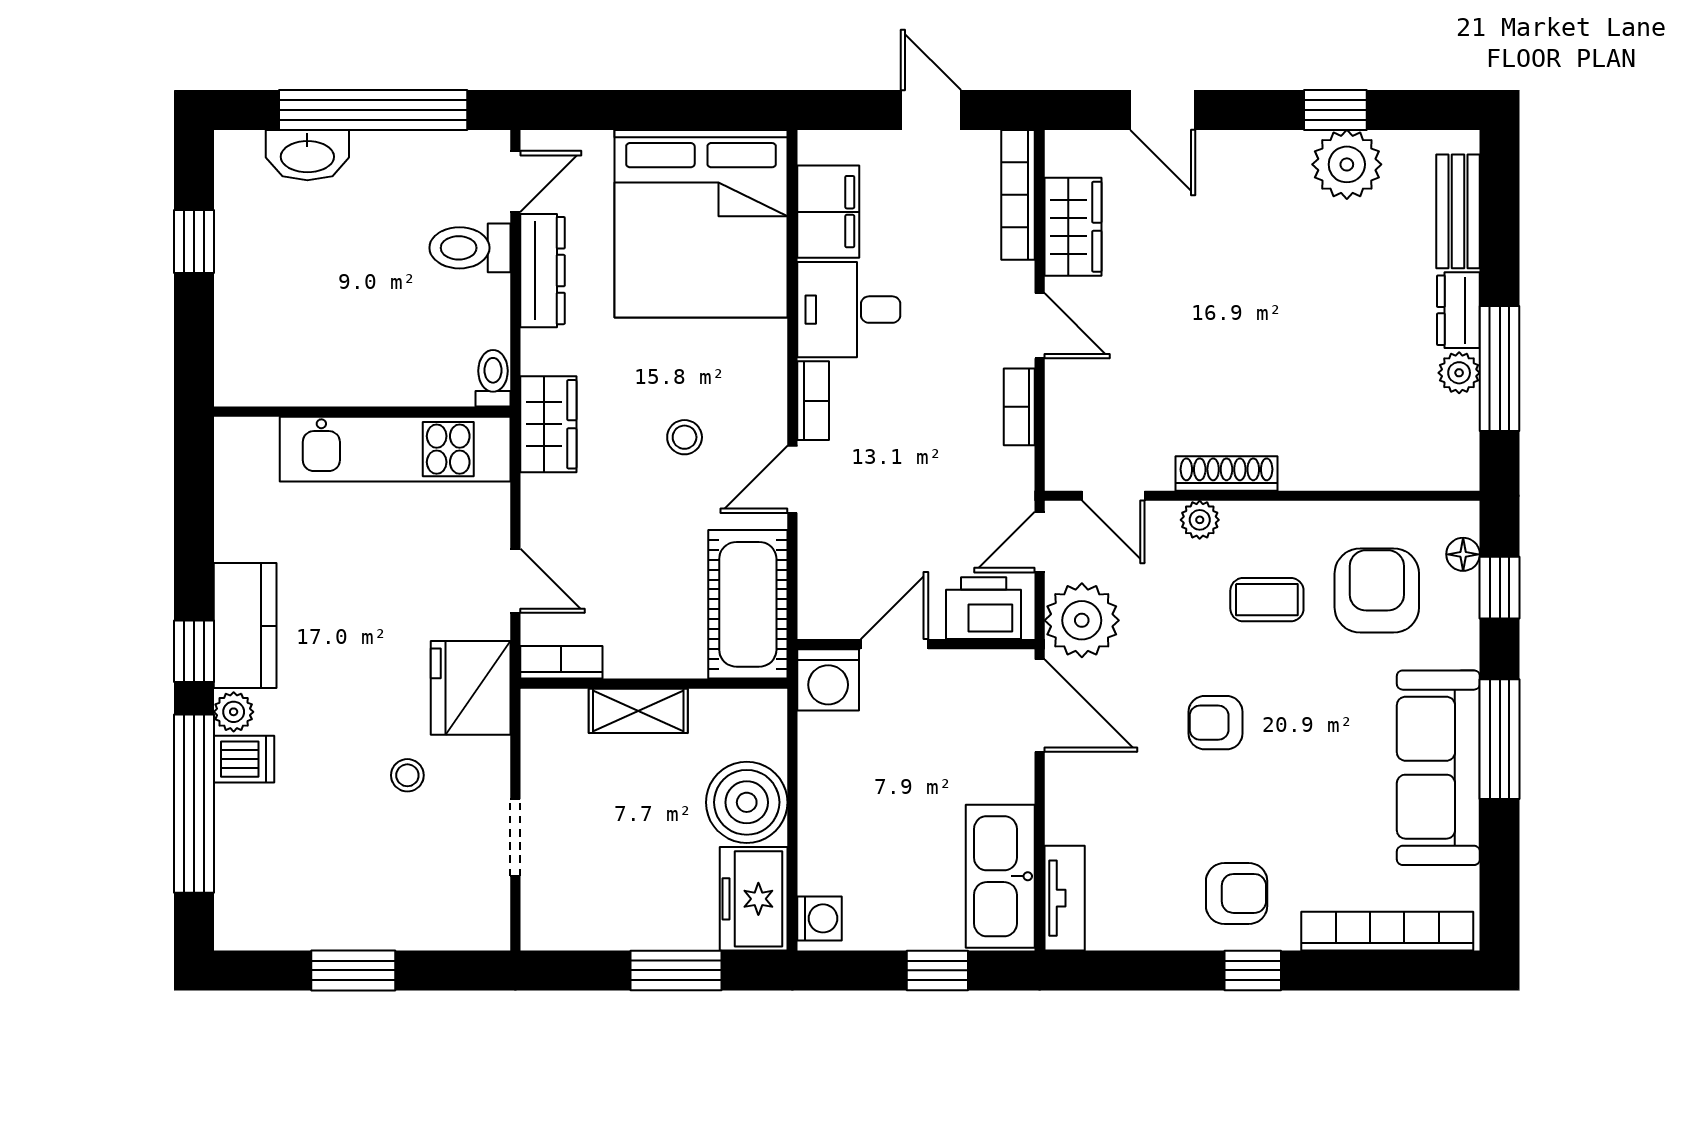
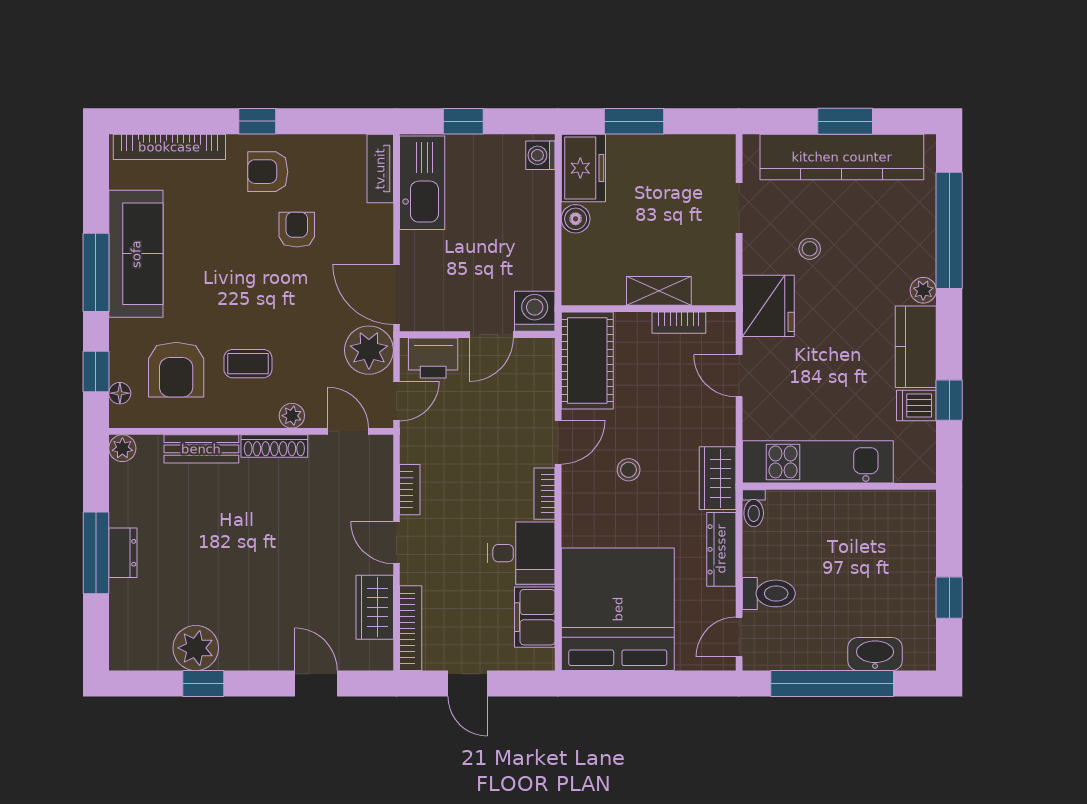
bench: (1458, 211) -> (201, 449), moved, turned 90
dresser: (543, 271) -> (721, 549), moved
window: (1500, 369) -> (96, 553), moved
plant: (1459, 373) -> (122, 448), moved
window: (194, 651) -> (949, 400), moved
bookcase: (561, 662) -> (679, 323), moved
armchair: (1216, 723) -> (297, 230), moved, turned -90
dishwasher: (244, 759) -> (916, 405), moved
boiler: (747, 802) -> (576, 219), width x0.54, depth x0.54
kitchen counter: (358, 916) -> (842, 157), added

